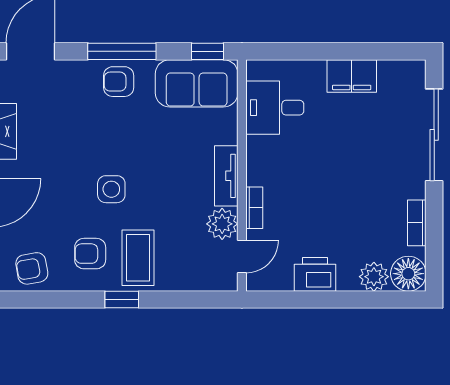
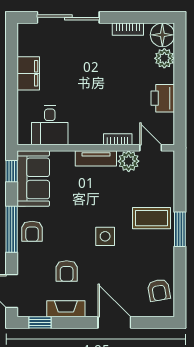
armchair: (90, 254) -> (67, 271), moved
window: (122, 300) -> (180, 229), width x1.50

